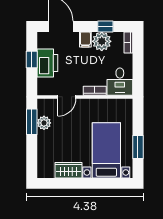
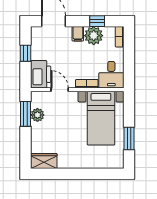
printer: (47, 63) -> (41, 74), moved
door: (67, 97) -> (60, 90), swing flipped
bed with nightstands: (106, 150) -> (101, 118), moved, turned 180
wardrobe: (68, 170) -> (44, 161), moved

